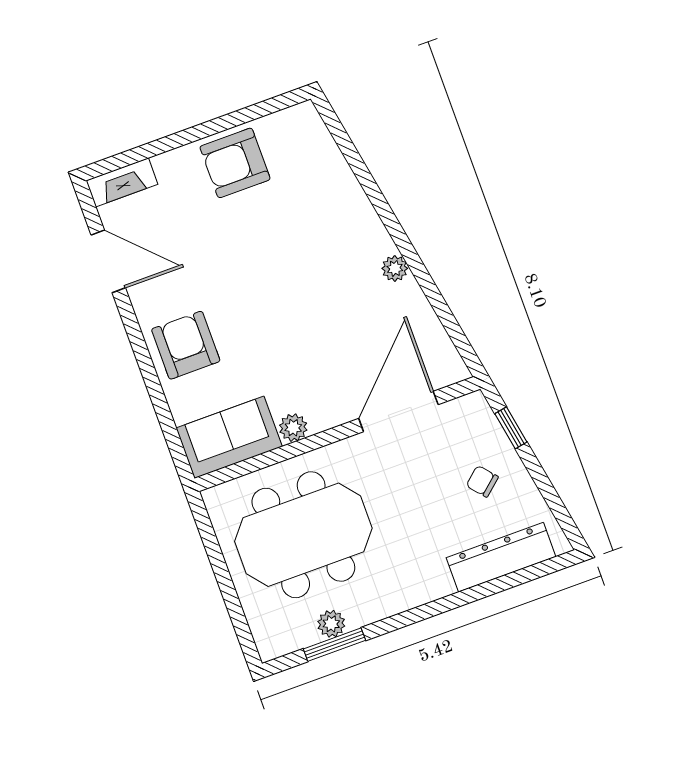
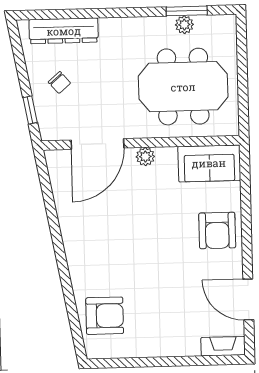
armchair: (235, 163) -> (105, 316), moved
plant: (395, 268) -> (70, 235), removed
plant: (293, 428) -> (145, 157), moved

